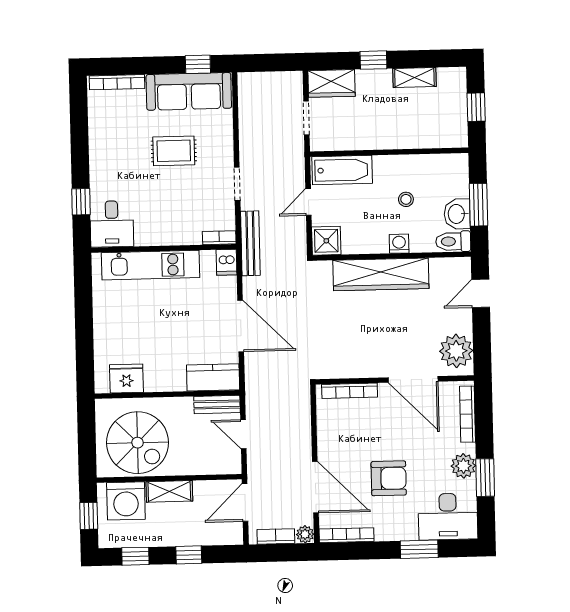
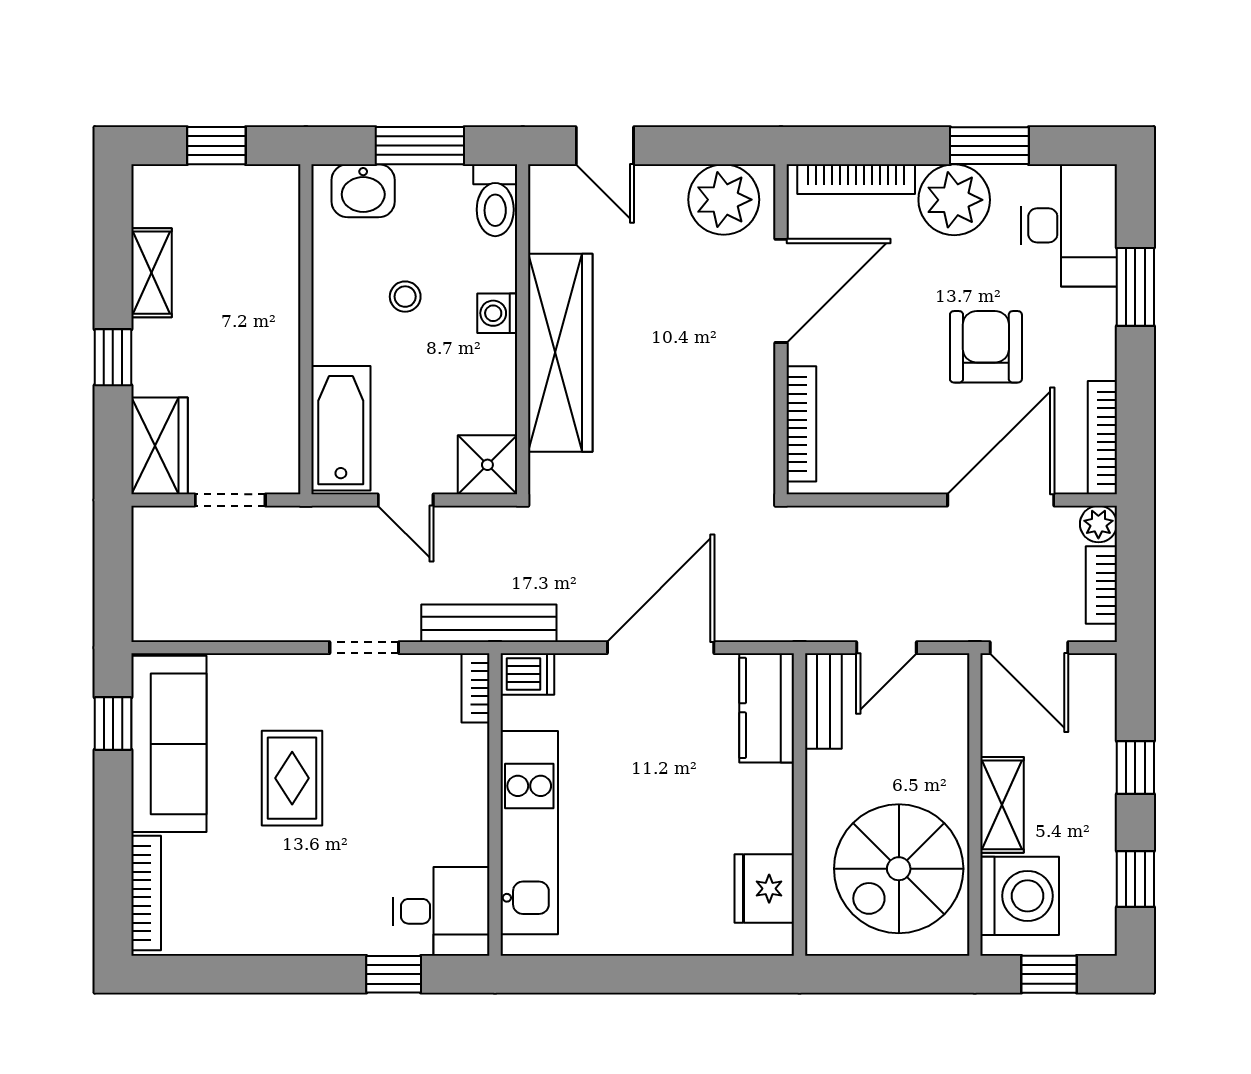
washbasin: (457, 214) -> (363, 191), moved
spiral stairs: (138, 443) -> (899, 869), turned 180
plant: (463, 466) -> (954, 200), width x1.36, depth x1.36

